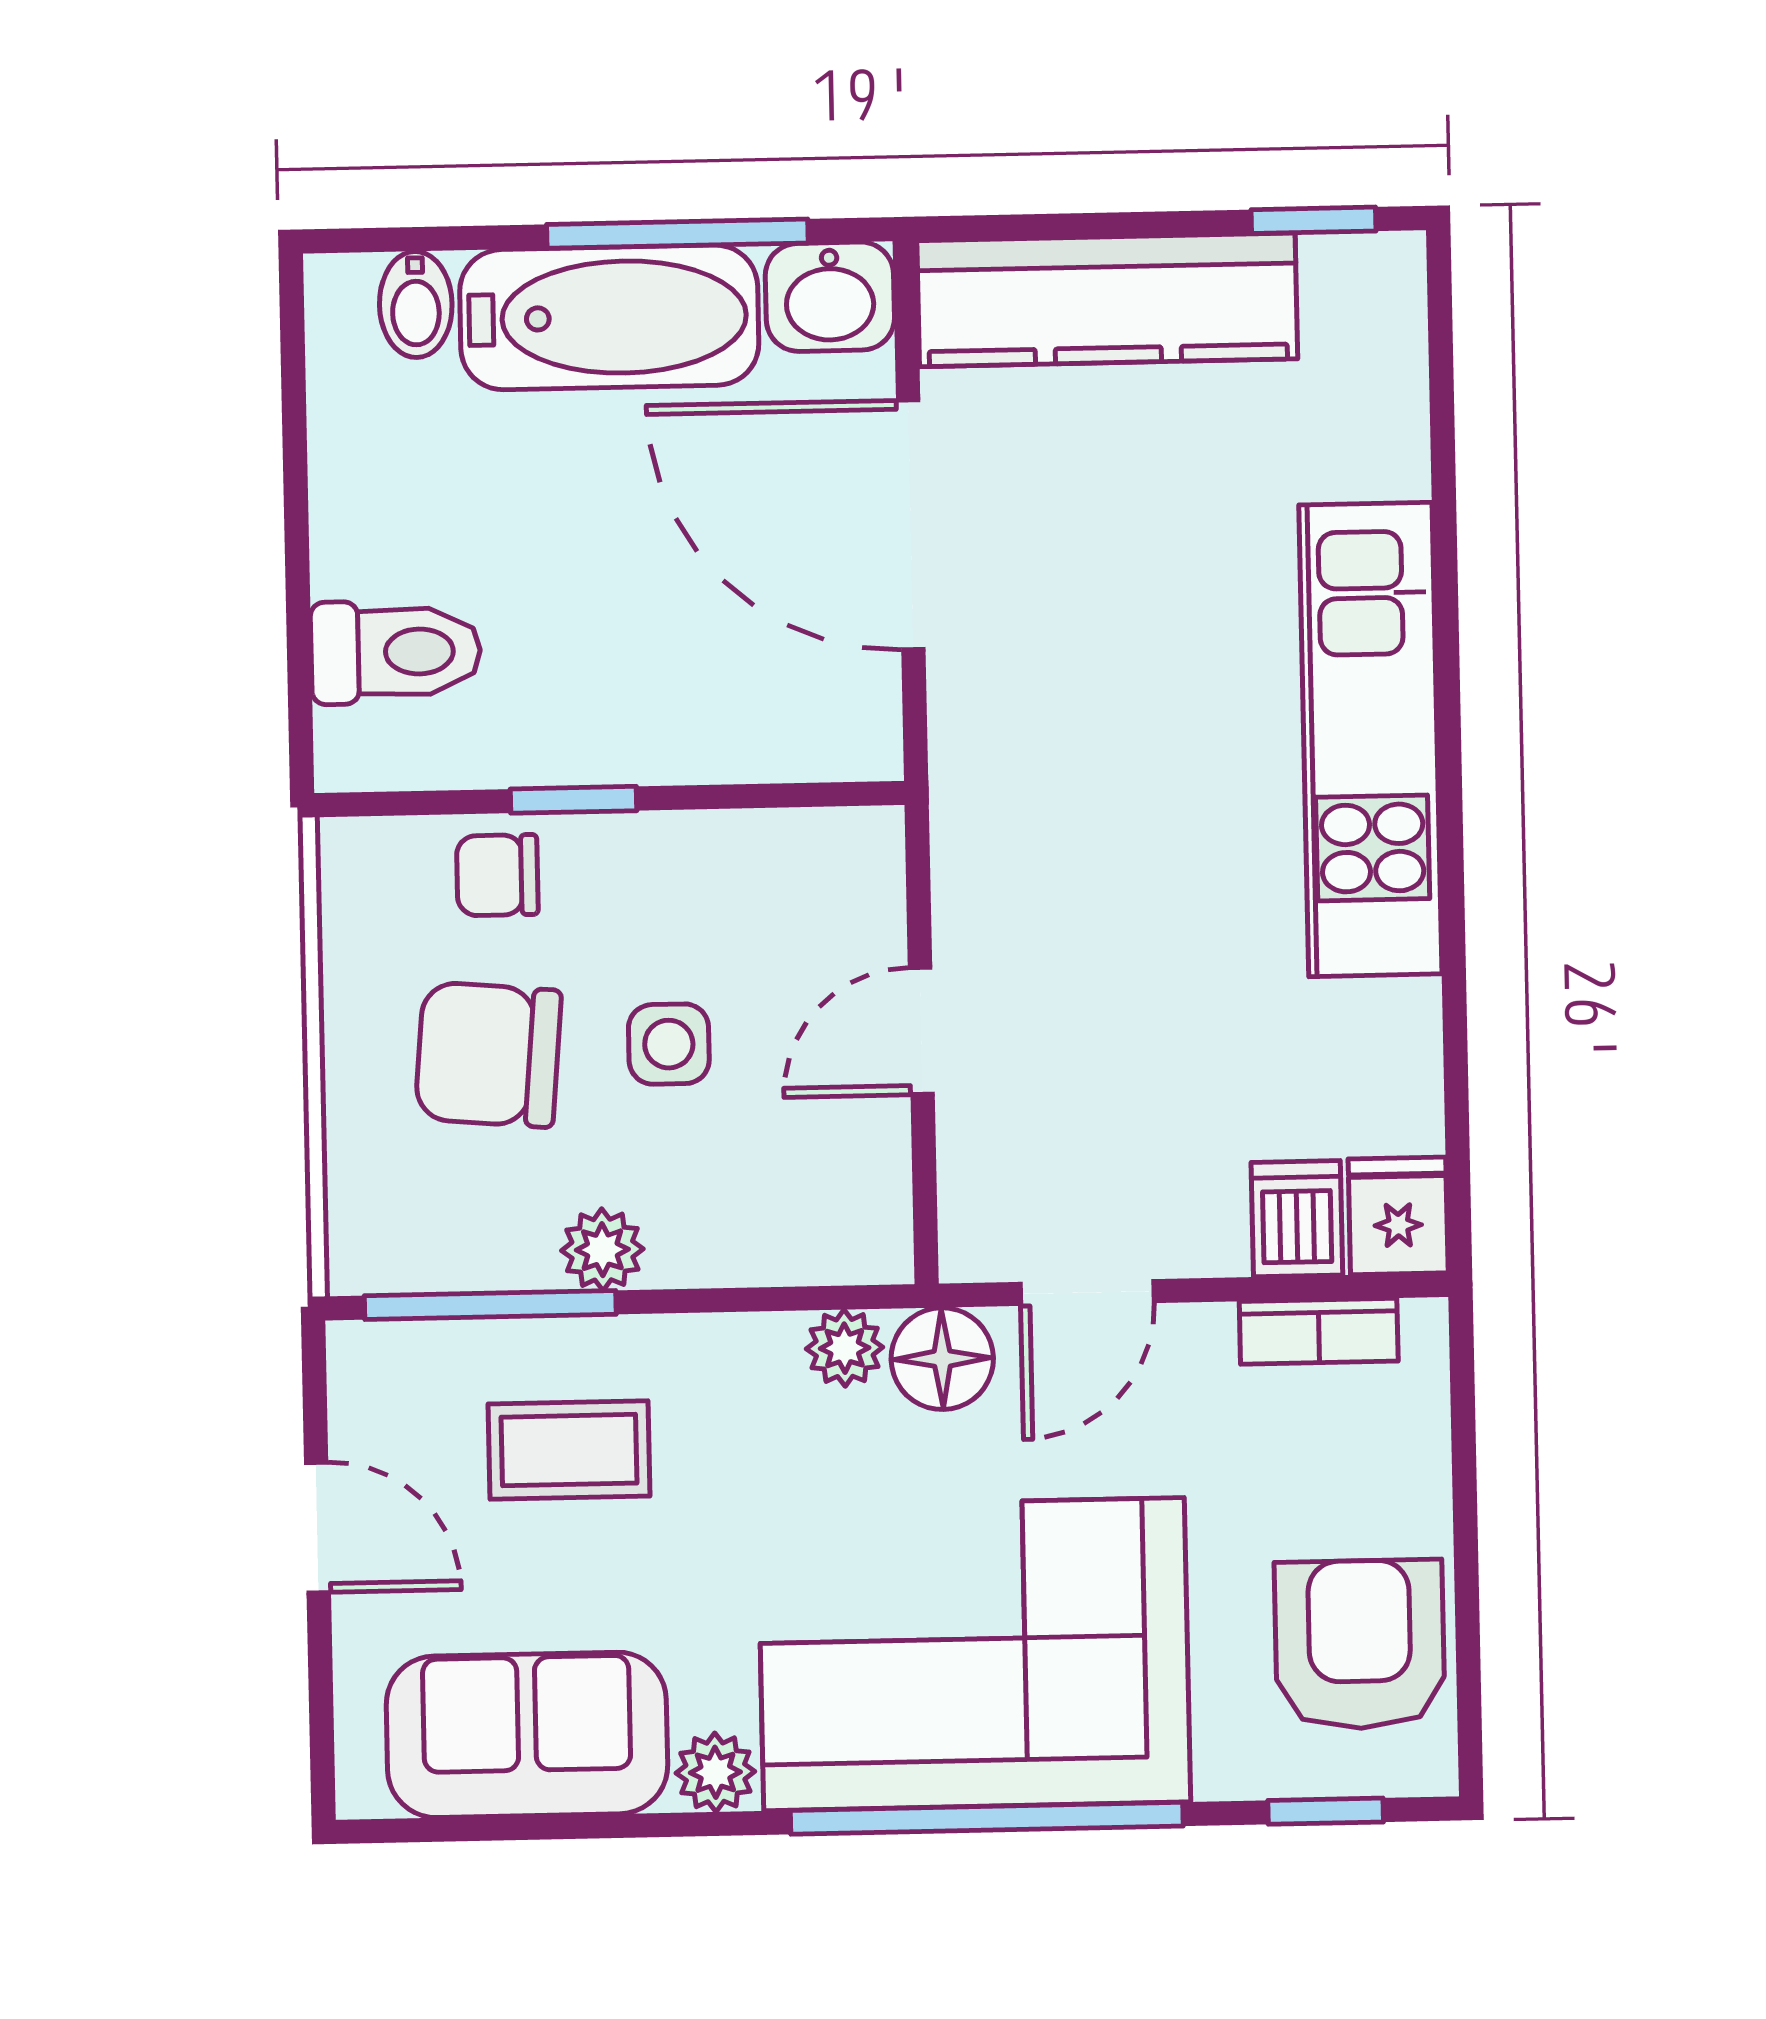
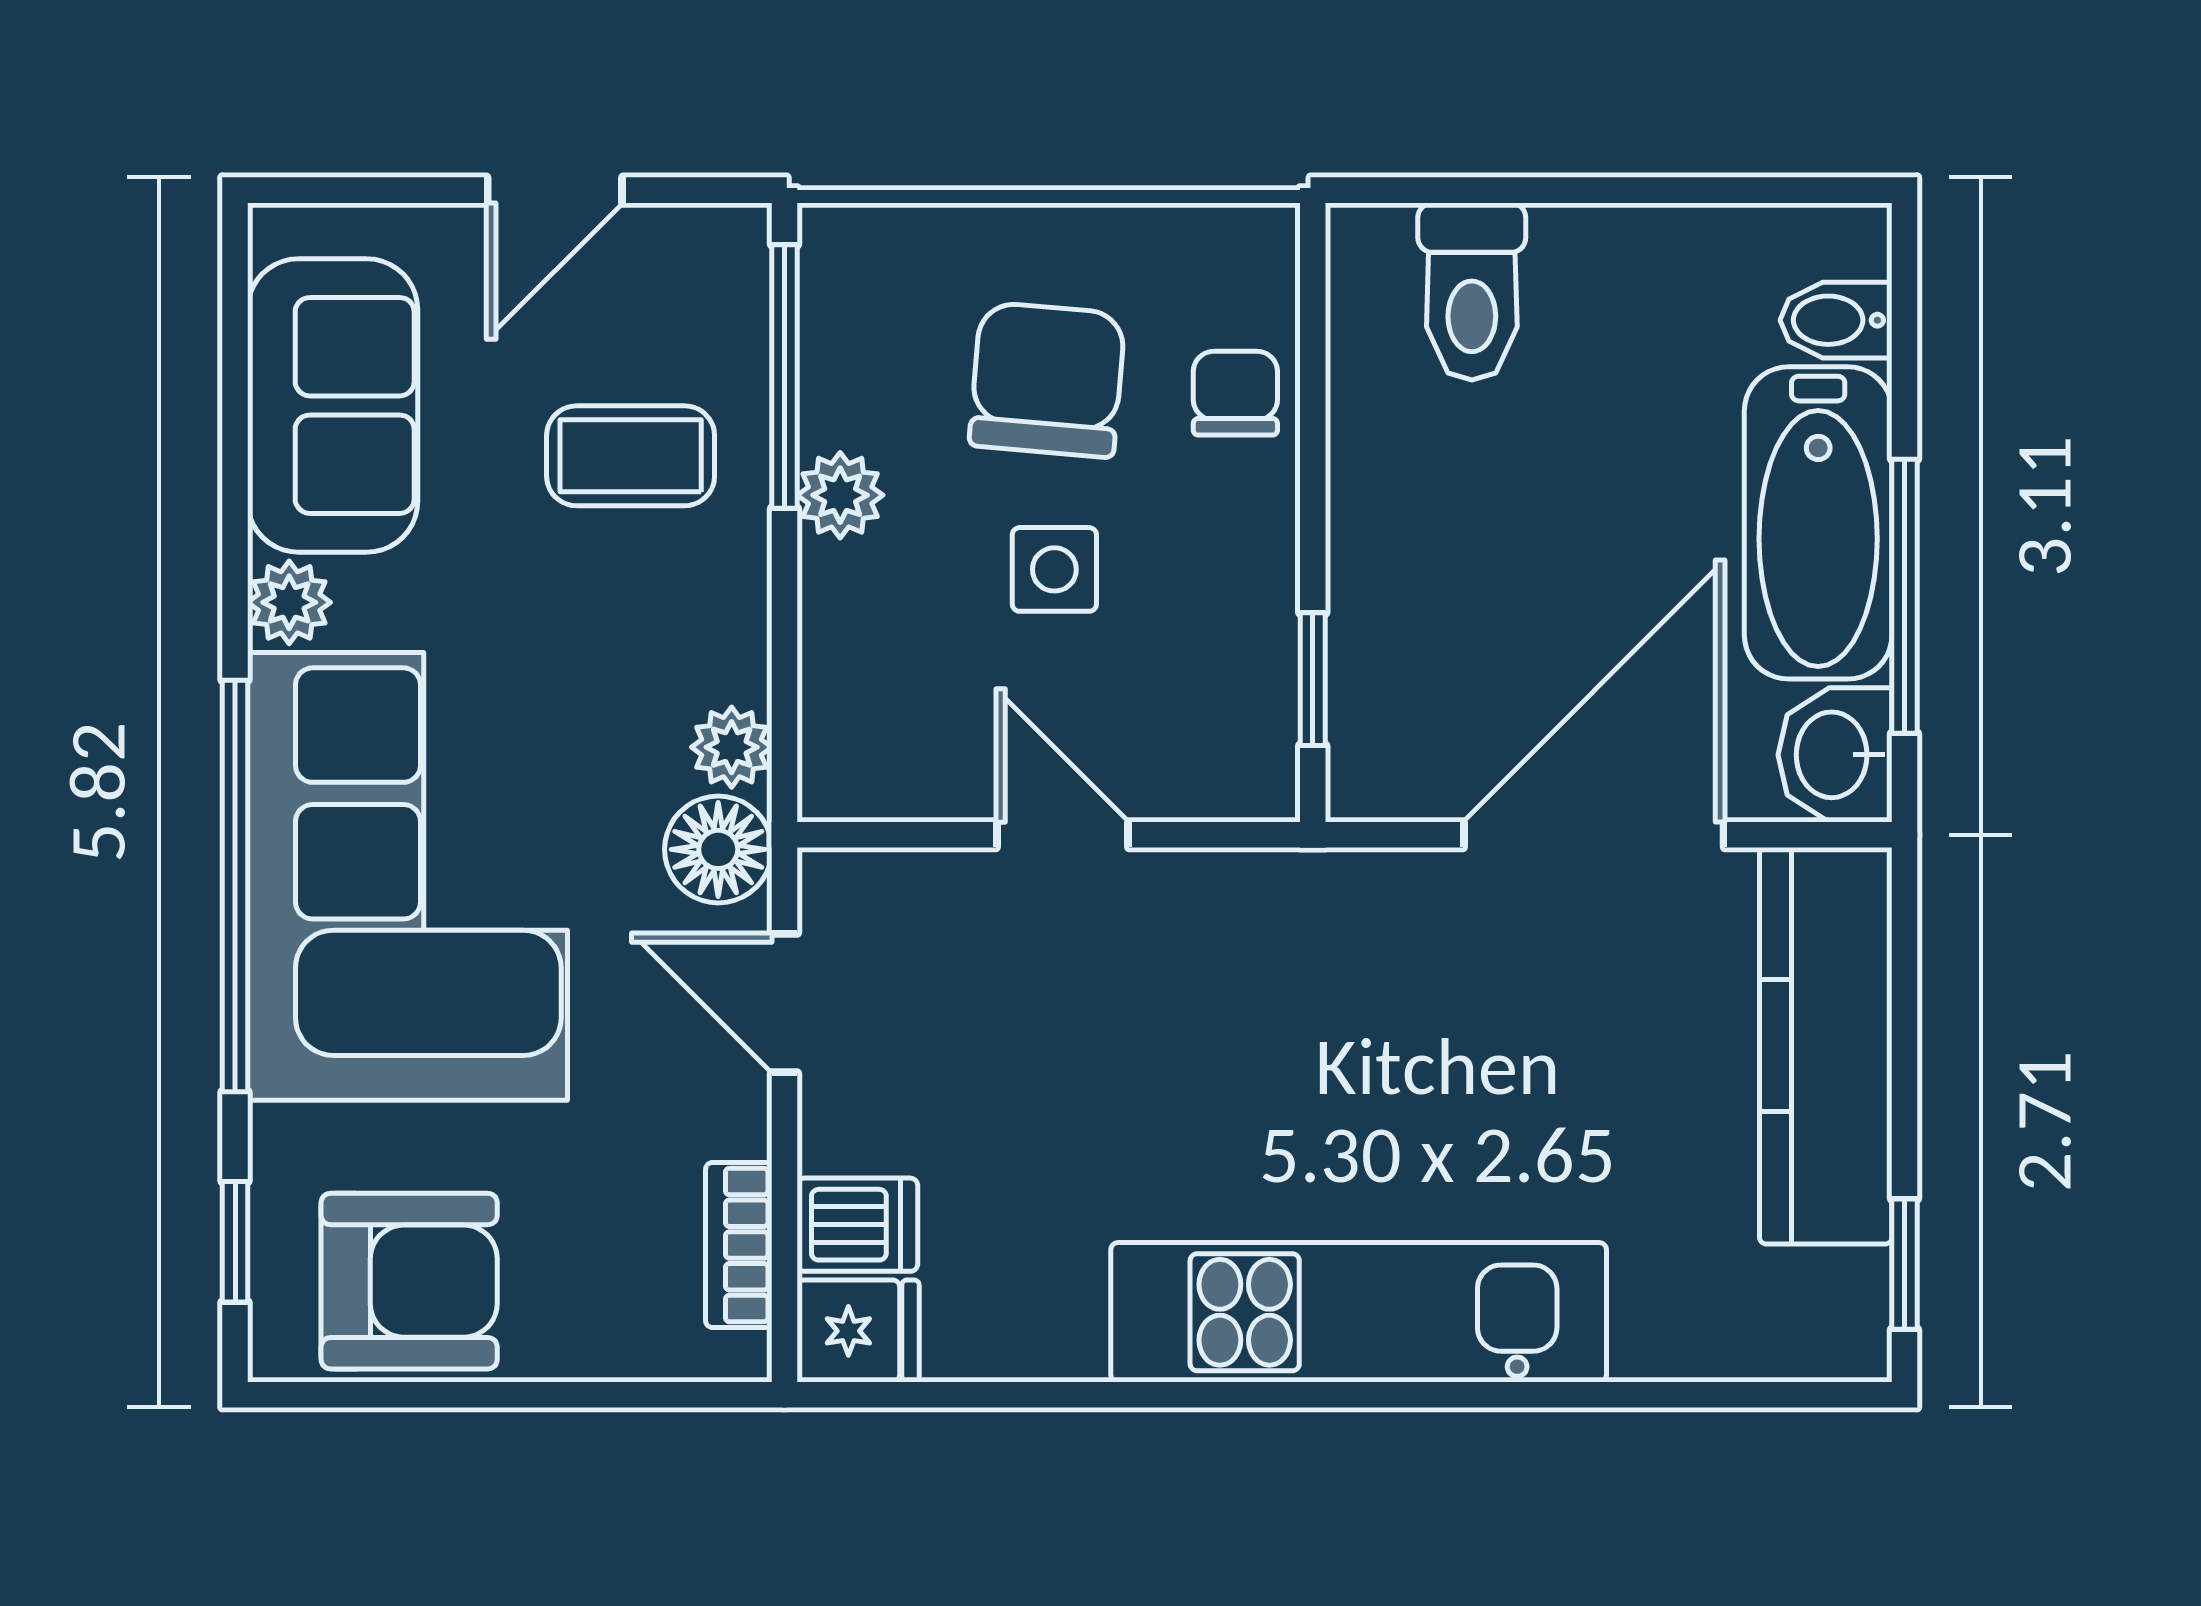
window: (574, 800) -> (1313, 679), moved
coffee table: (569, 1450) -> (631, 456), turned 90

